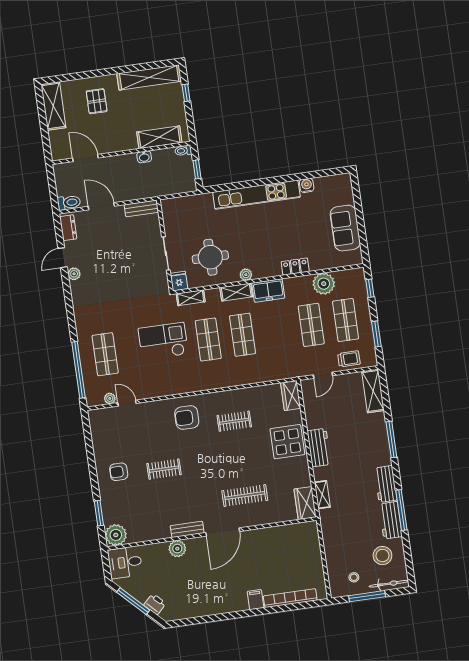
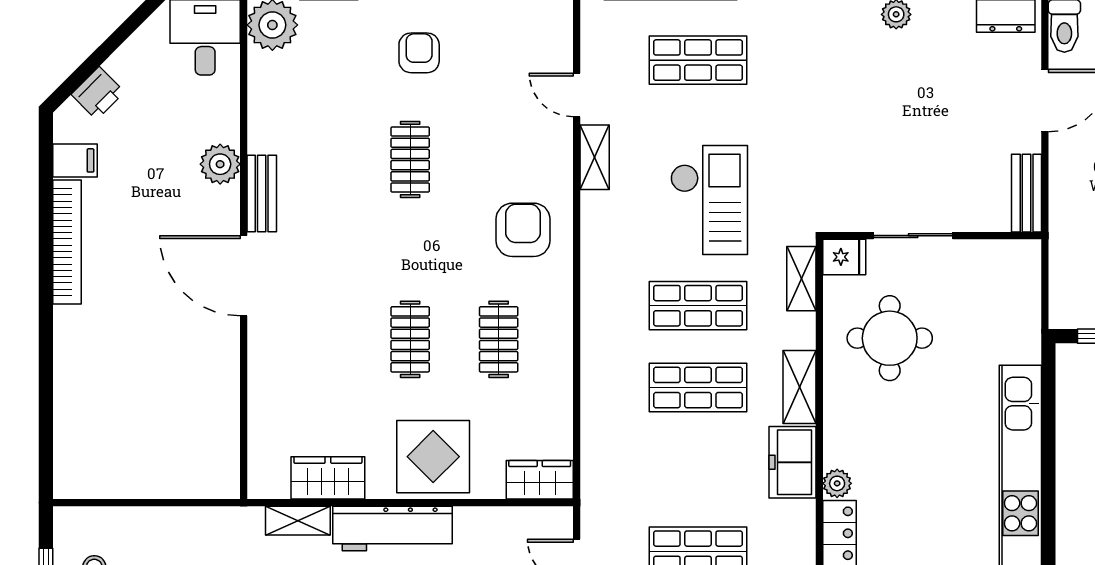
plant: (246, 275) -> (837, 483), moved
shelving: (152, 392) -> (595, 157), added
plant: (110, 398) -> (593, 56), removed
door: (127, 403) -> (577, 95), swing flipped
workbench: (319, 448) -> (393, 529), width x1.38
clothes rail: (245, 496) -> (410, 339), moved, width x0.73
wardrobe: (305, 503) -> (328, 478), moved
bookcase: (290, 598) -> (67, 242), moved
filing cabinet: (256, 600) -> (75, 160), moved
window: (133, 601) -> (112, 43), removed

